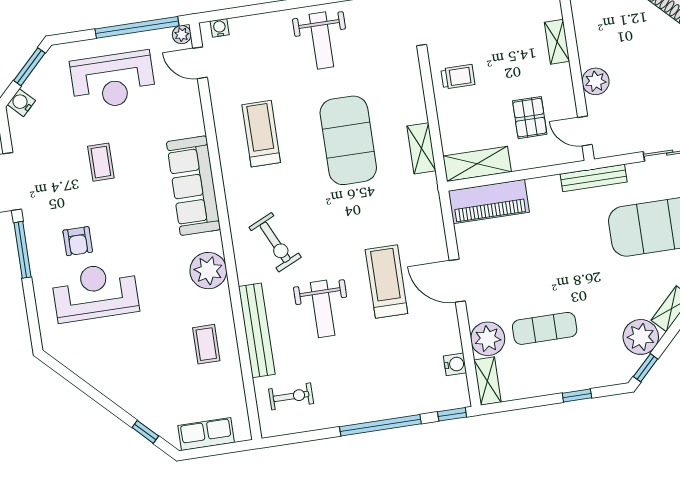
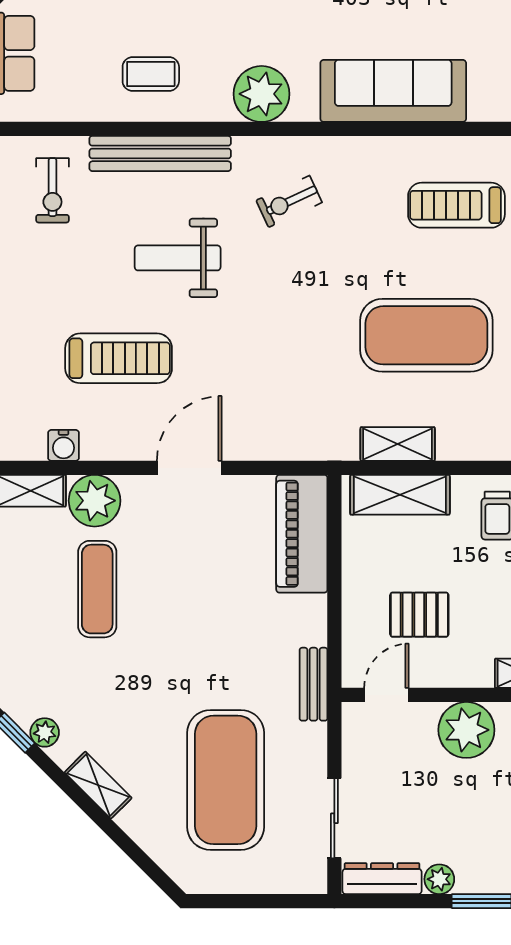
plant: (596, 81) -> (466, 730), width x1.36, depth x1.36
treadmill: (261, 134) -> (456, 205), turned 180
shelving: (477, 164) -> (400, 495), moved, turned 90
bench: (594, 178) -> (314, 684), width x0.73
exercise bike: (275, 242) -> (289, 201), width x0.73, depth x0.72
treadmill: (386, 282) -> (119, 358), moved
plant: (641, 337) -> (45, 732), width x0.53, depth x0.53

